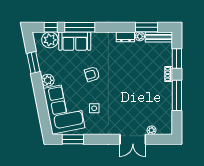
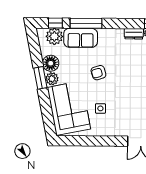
window: (33, 62) -> (40, 78), moved
floor lamp: (46, 66) -> (51, 63), added
window: (73, 139) -> (78, 141), removed

